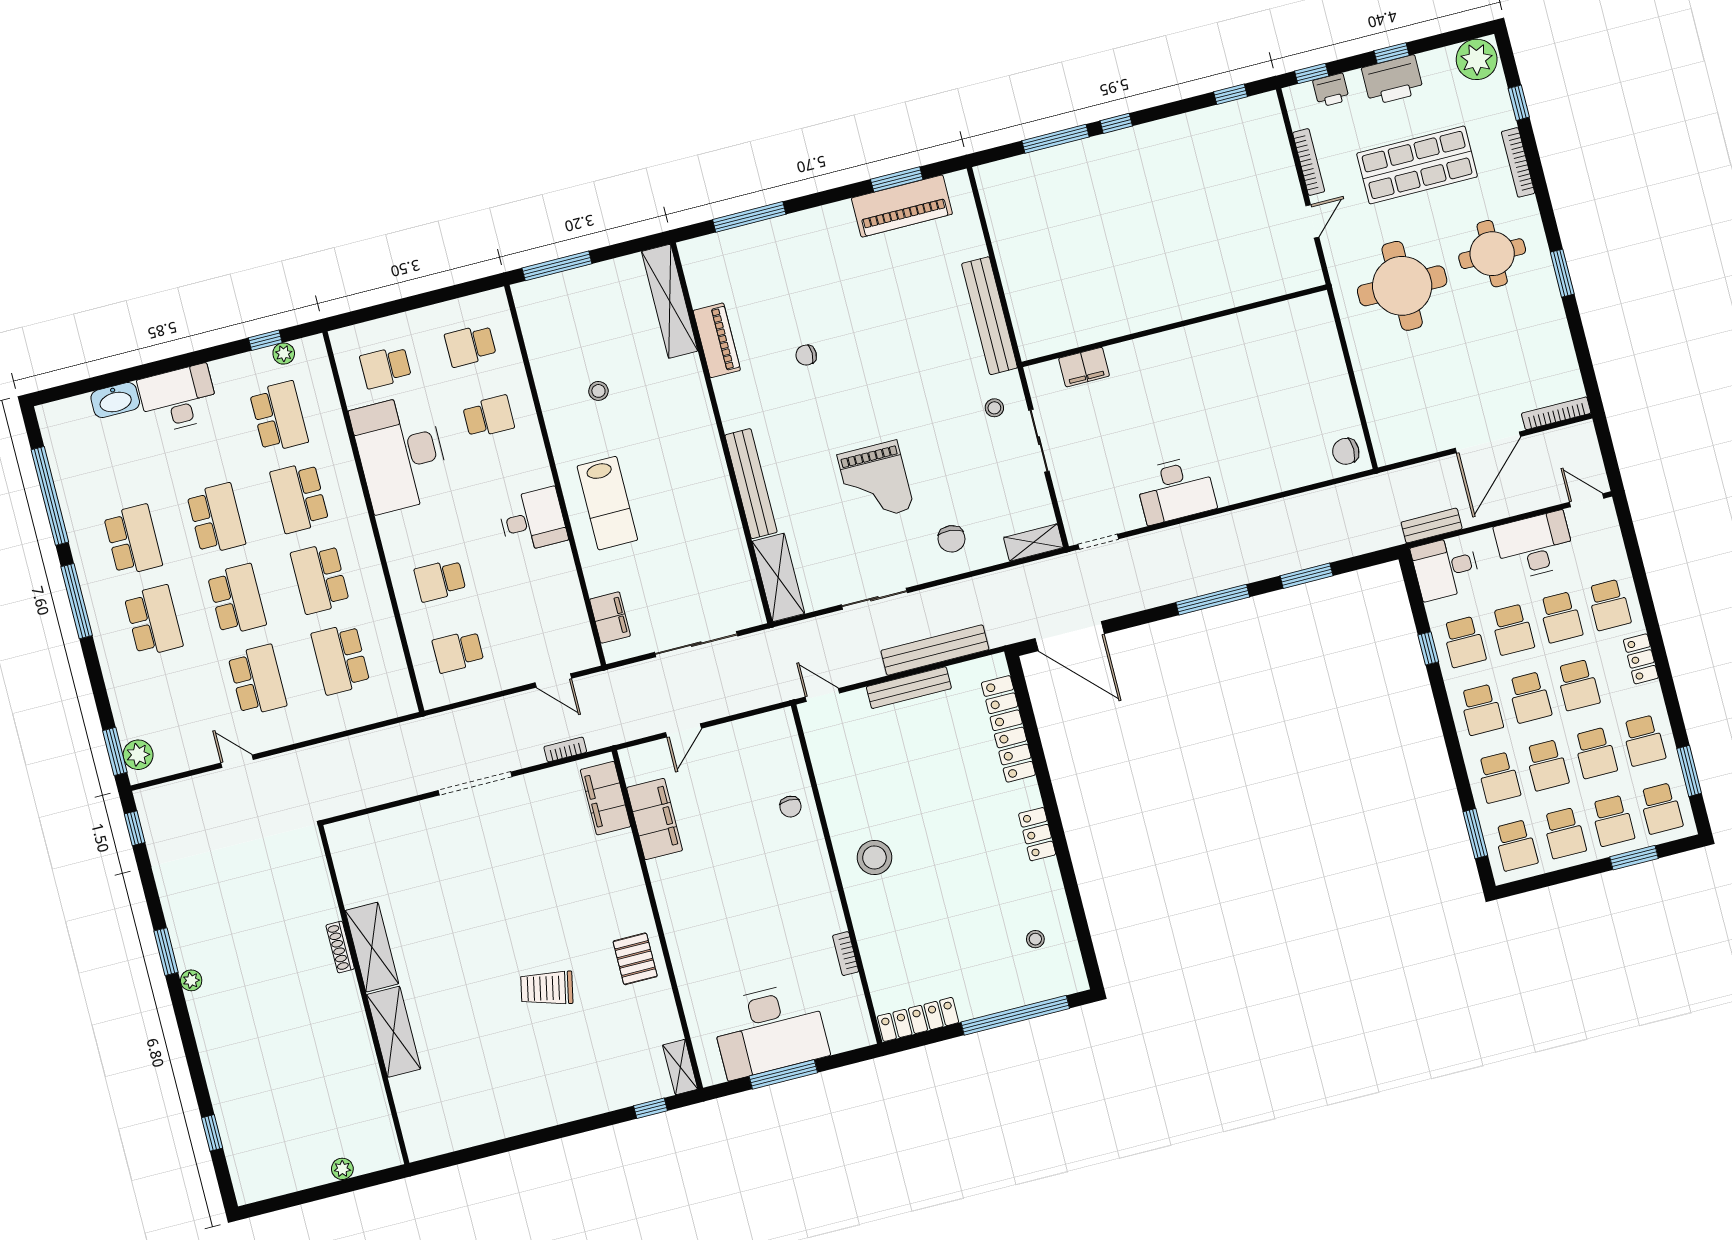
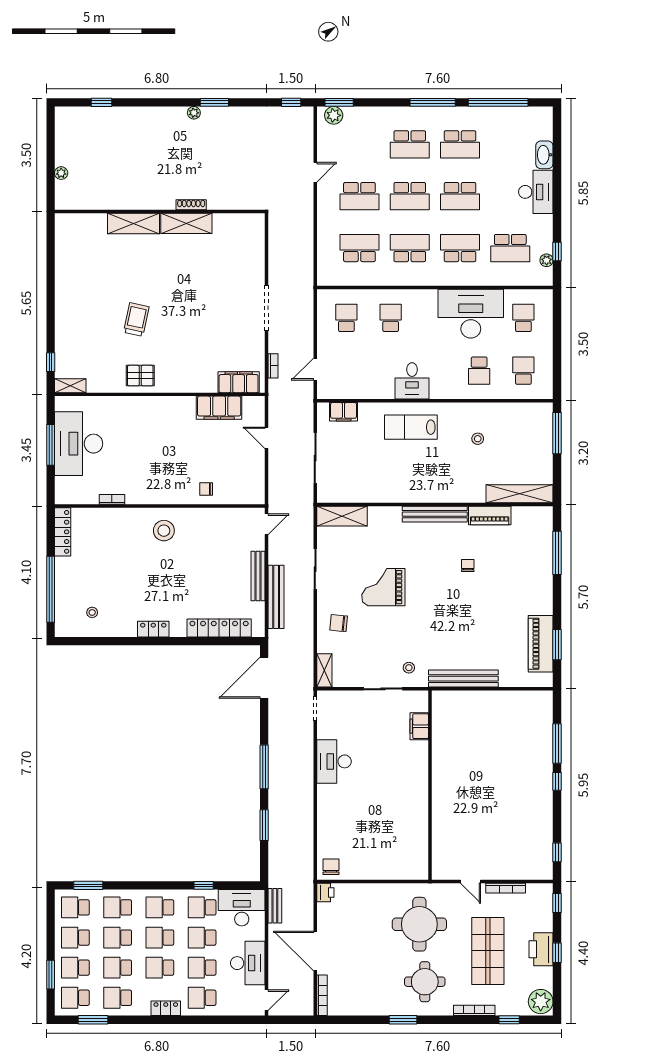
printer: (1331, 90) -> (325, 892), moved, turned 180
bench: (751, 484) -> (435, 514), moved
desk: (1446, 568) -> (242, 908), width x1.37

